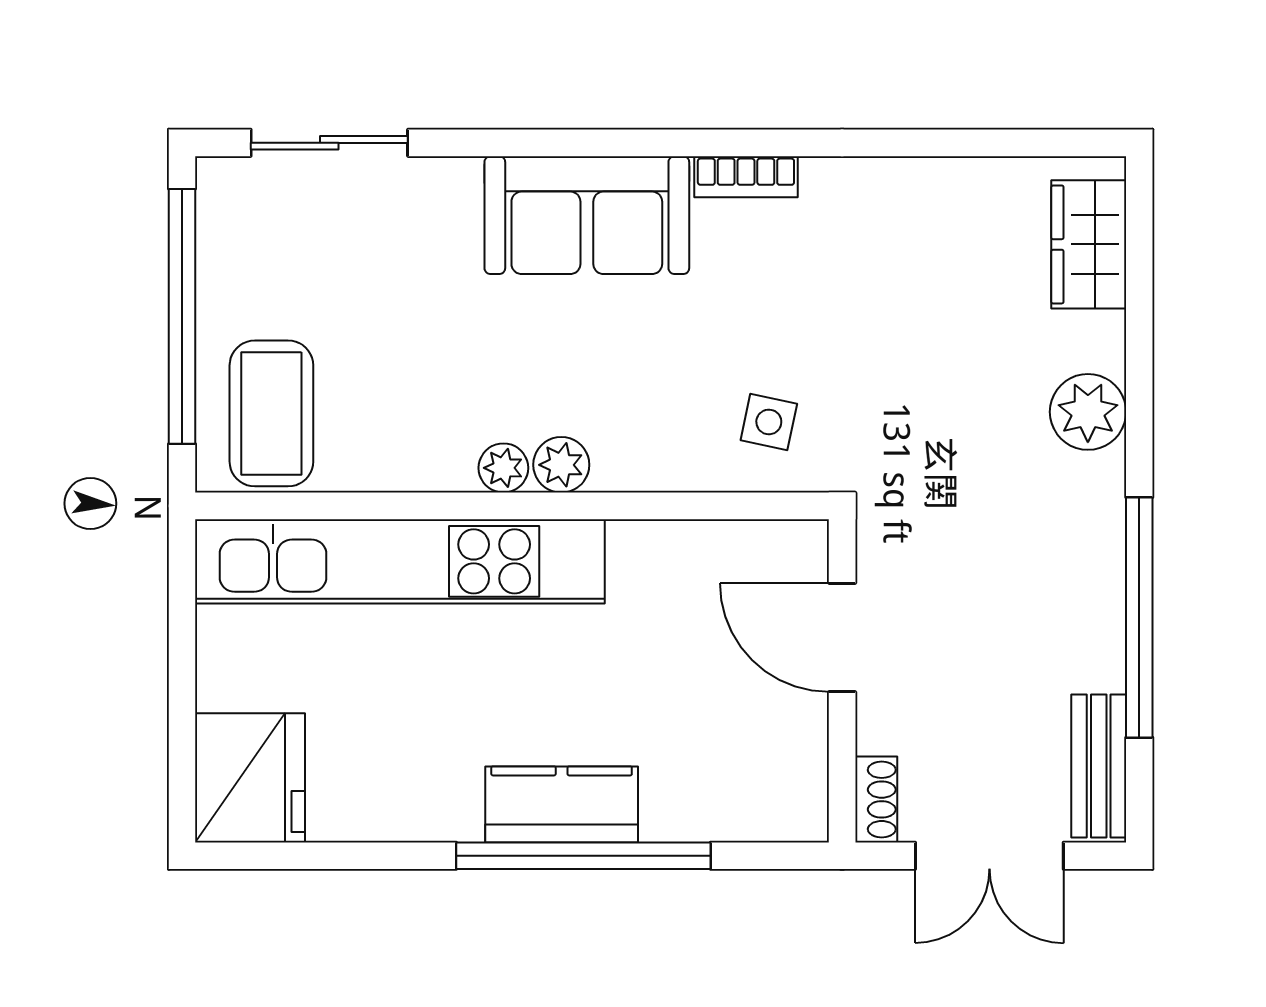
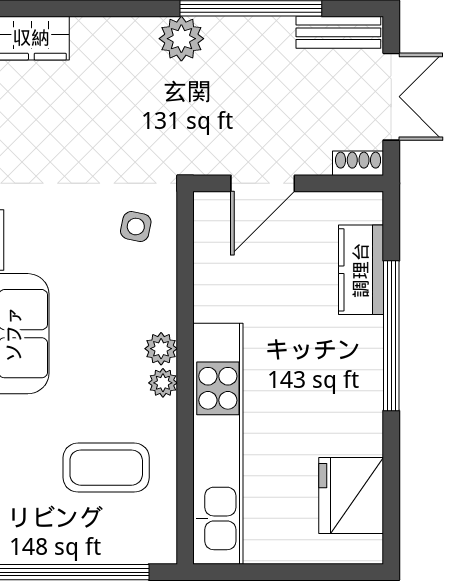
plant: (1088, 412) -> (181, 39), moved
coffee table: (271, 413) -> (106, 468), moved
fridge: (250, 778) -> (351, 495), moved, turned -90
kitchen counter: (562, 804) -> (361, 270), moved

